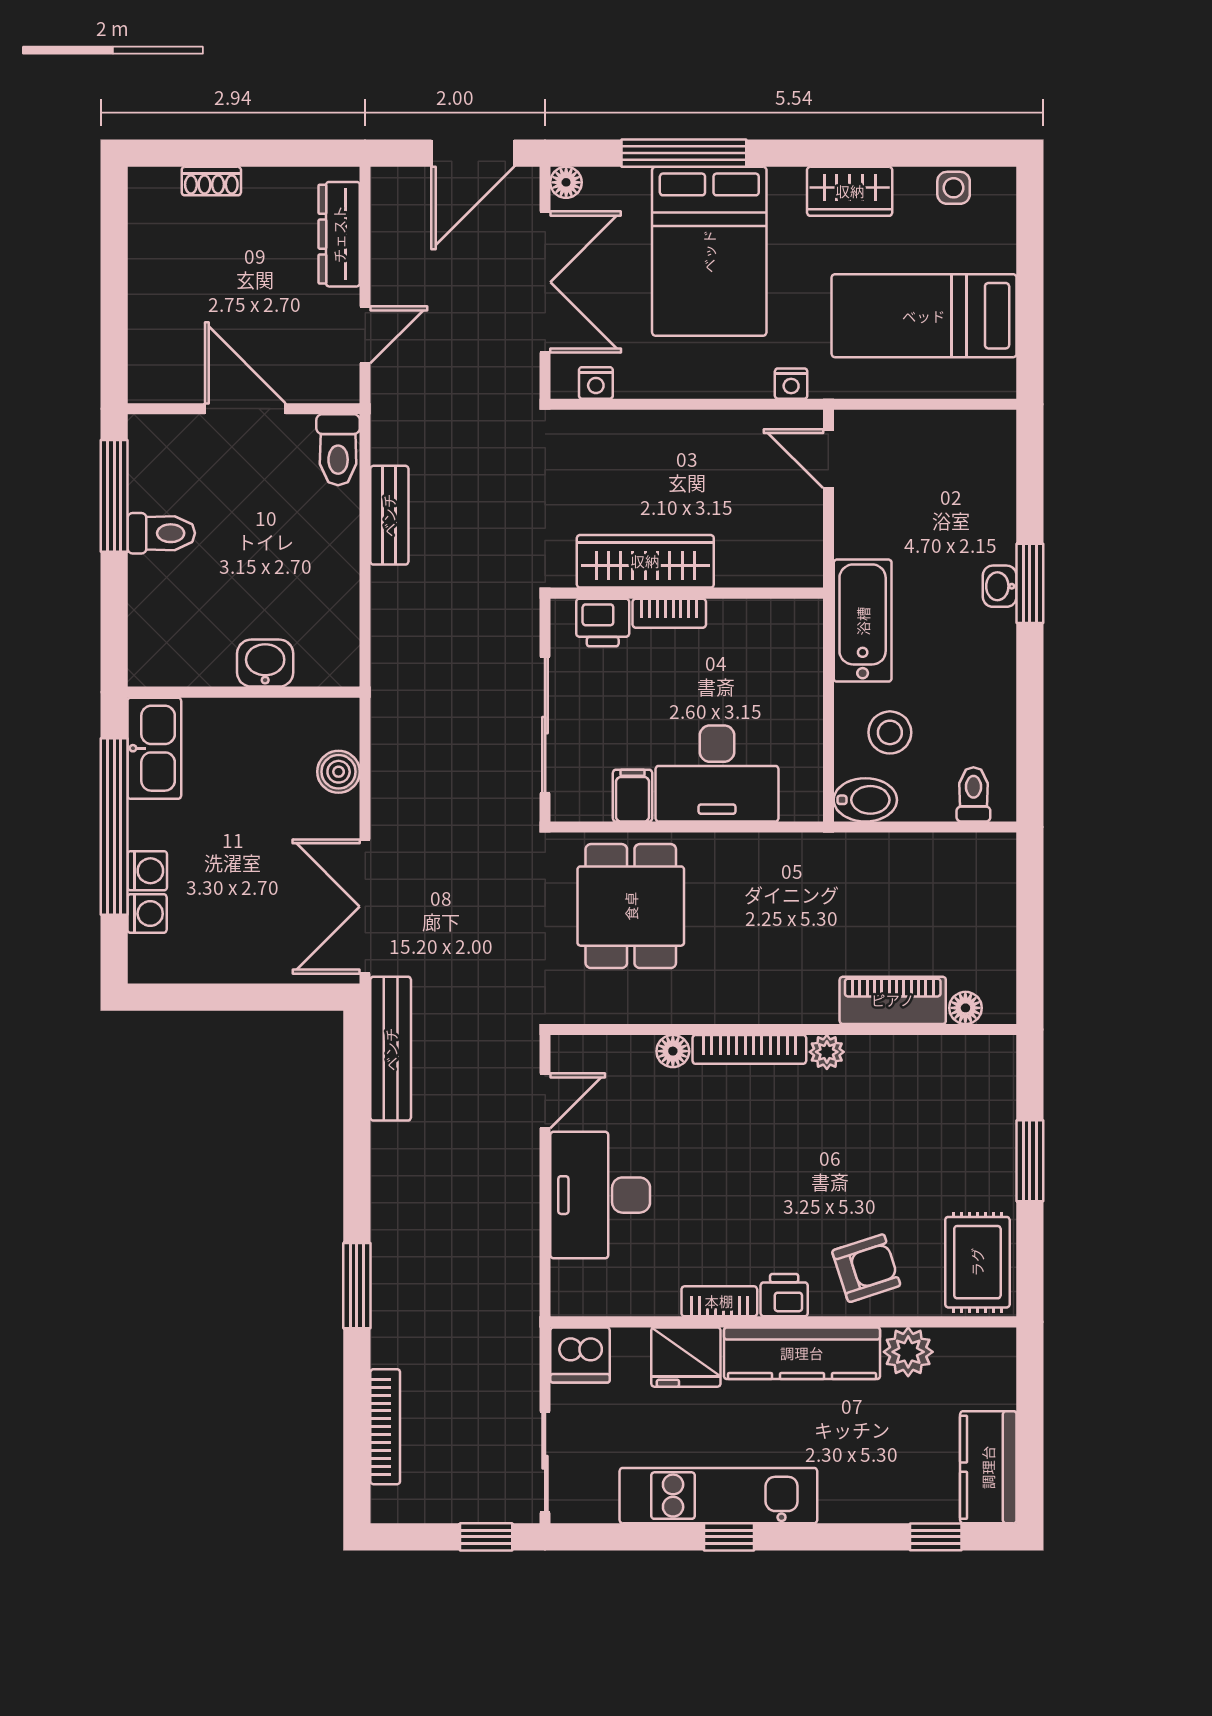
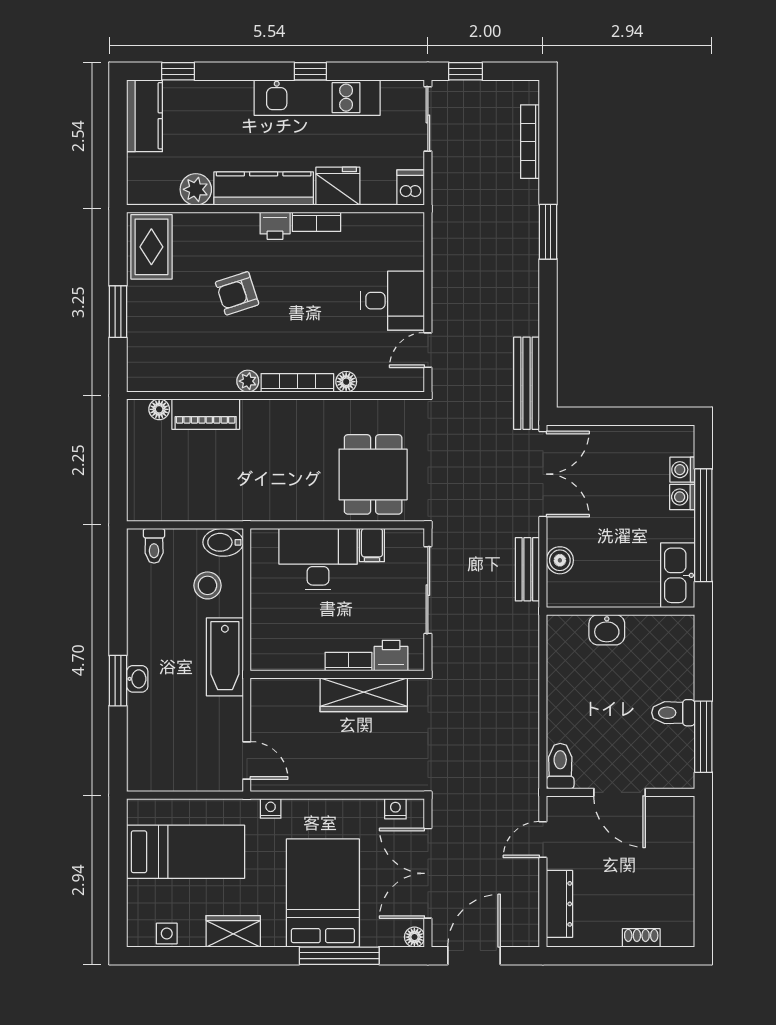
bench: (389, 515) -> (527, 569), moved
desk: (600, 1195) -> (393, 301), width x0.73
armchair: (866, 1268) -> (237, 293), moved
dishwasher: (580, 1355) -> (411, 187), width x0.73

